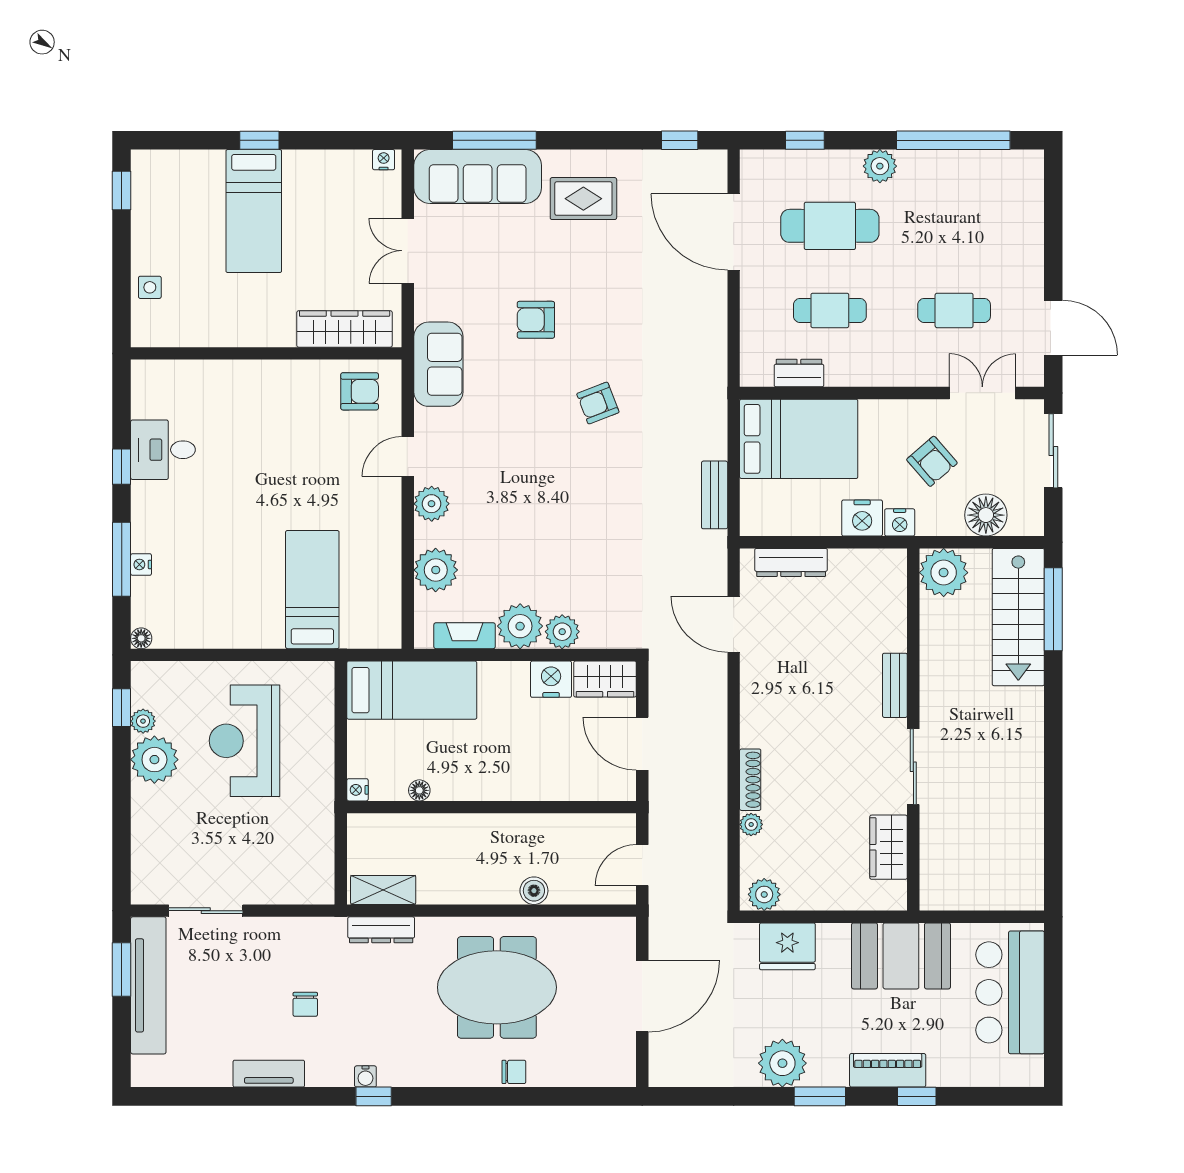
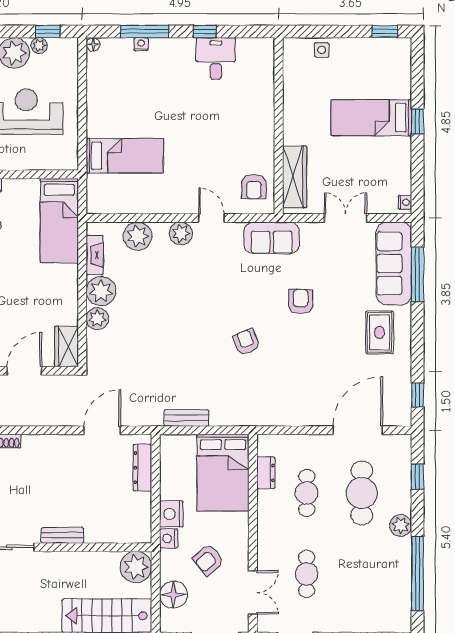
nightstand: (551, 679) -> (66, 311), removed

